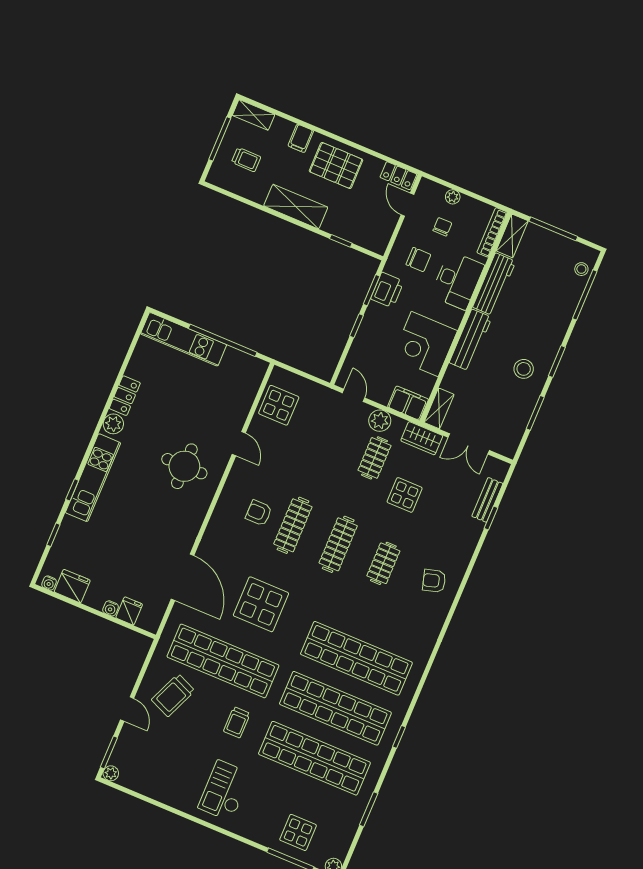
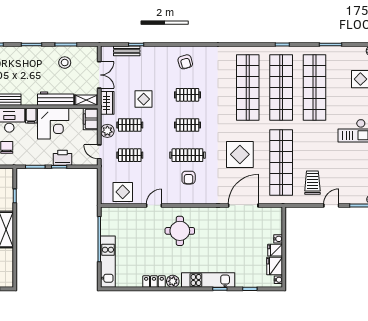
printer: (387, 290) -> (62, 158), moved
filing cabinet: (451, 316) -> (31, 116), added
workbench: (471, 340) -> (56, 99), moved
stool: (524, 369) -> (65, 63), moved
door: (354, 395) -> (99, 152), hinge flipped
clothes rail: (329, 439) -> (130, 155), added
clothes rail: (338, 544) -> (187, 125), width x0.73
fridge: (129, 611) -> (275, 250), moved
trolley: (173, 695) -> (312, 183), turned -113
trolley: (237, 722) -> (313, 140), removed

